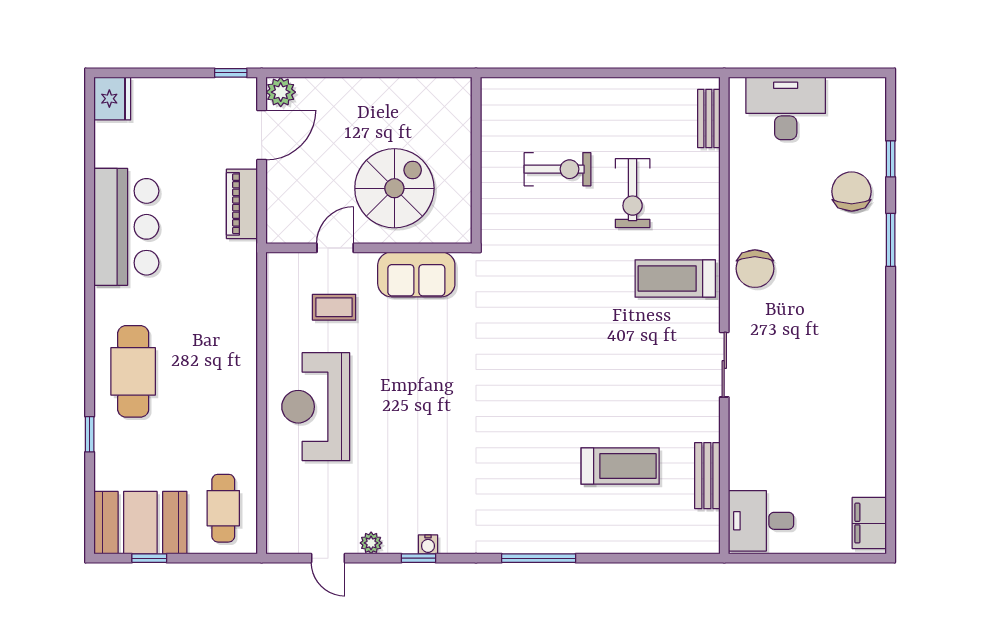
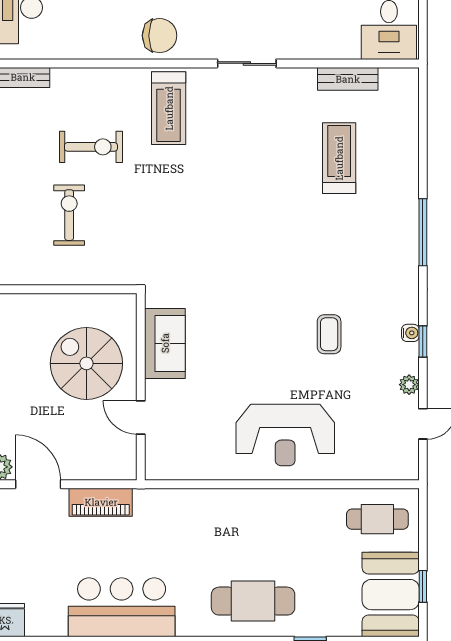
coffee table: (334, 307) -> (329, 334), moved

